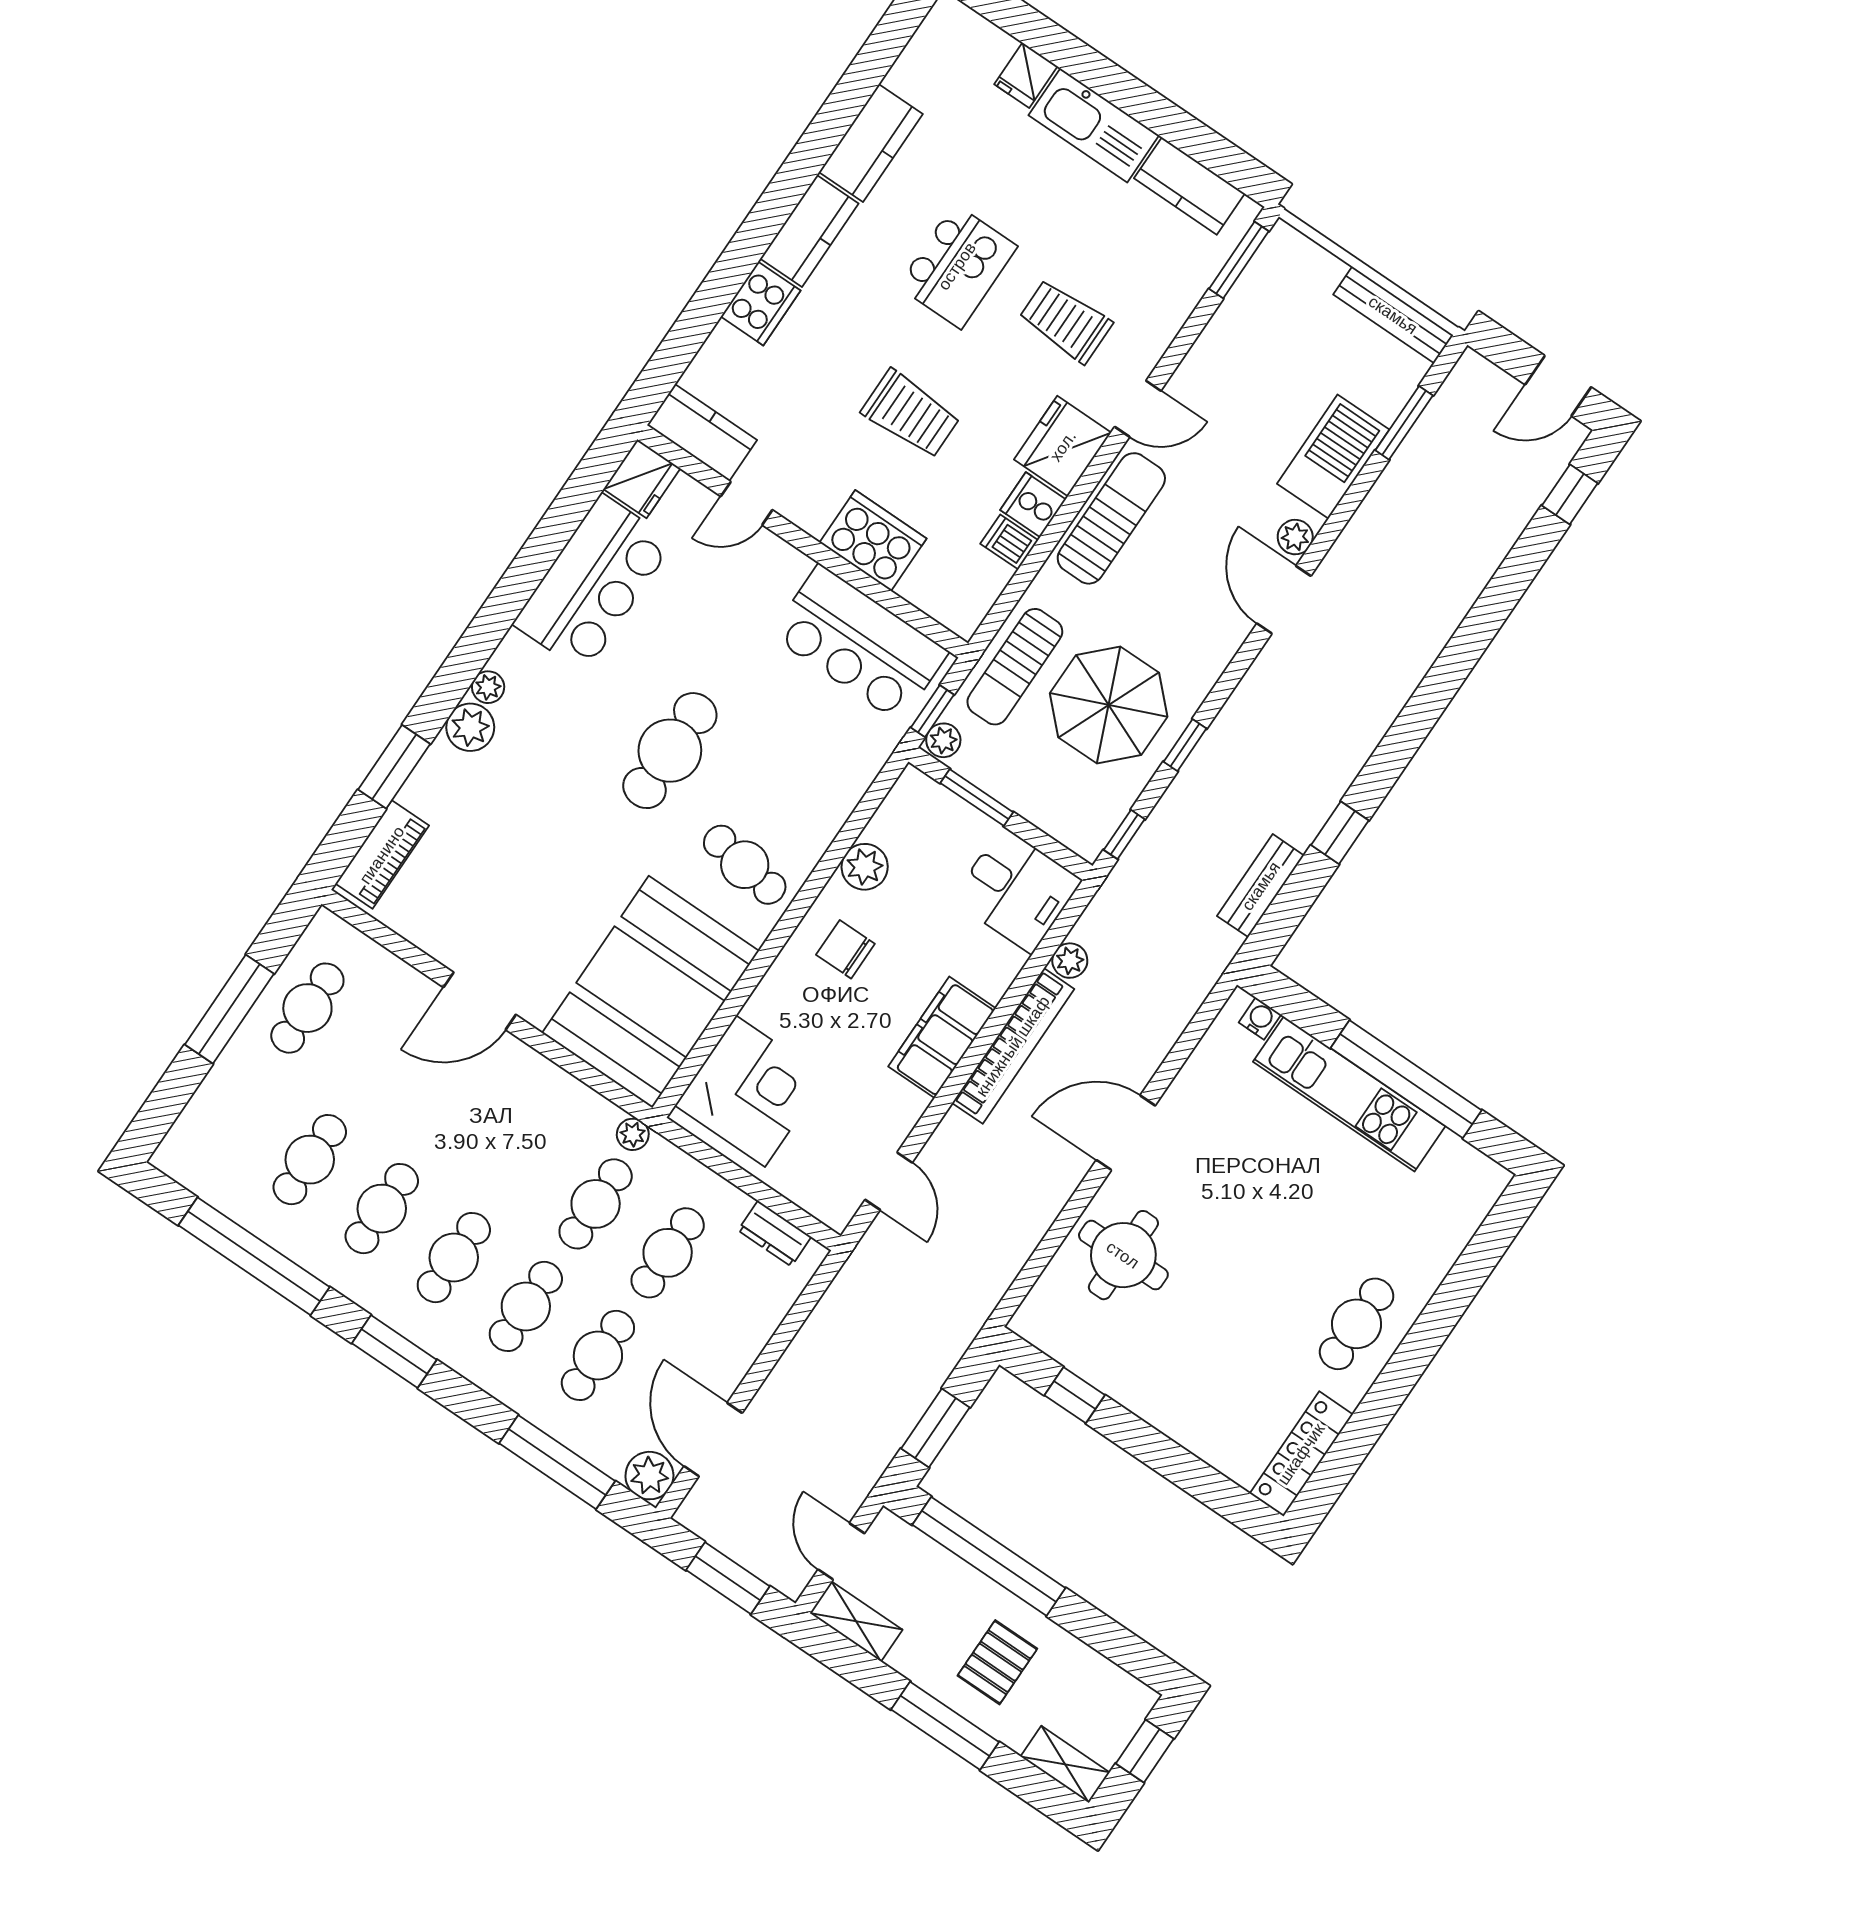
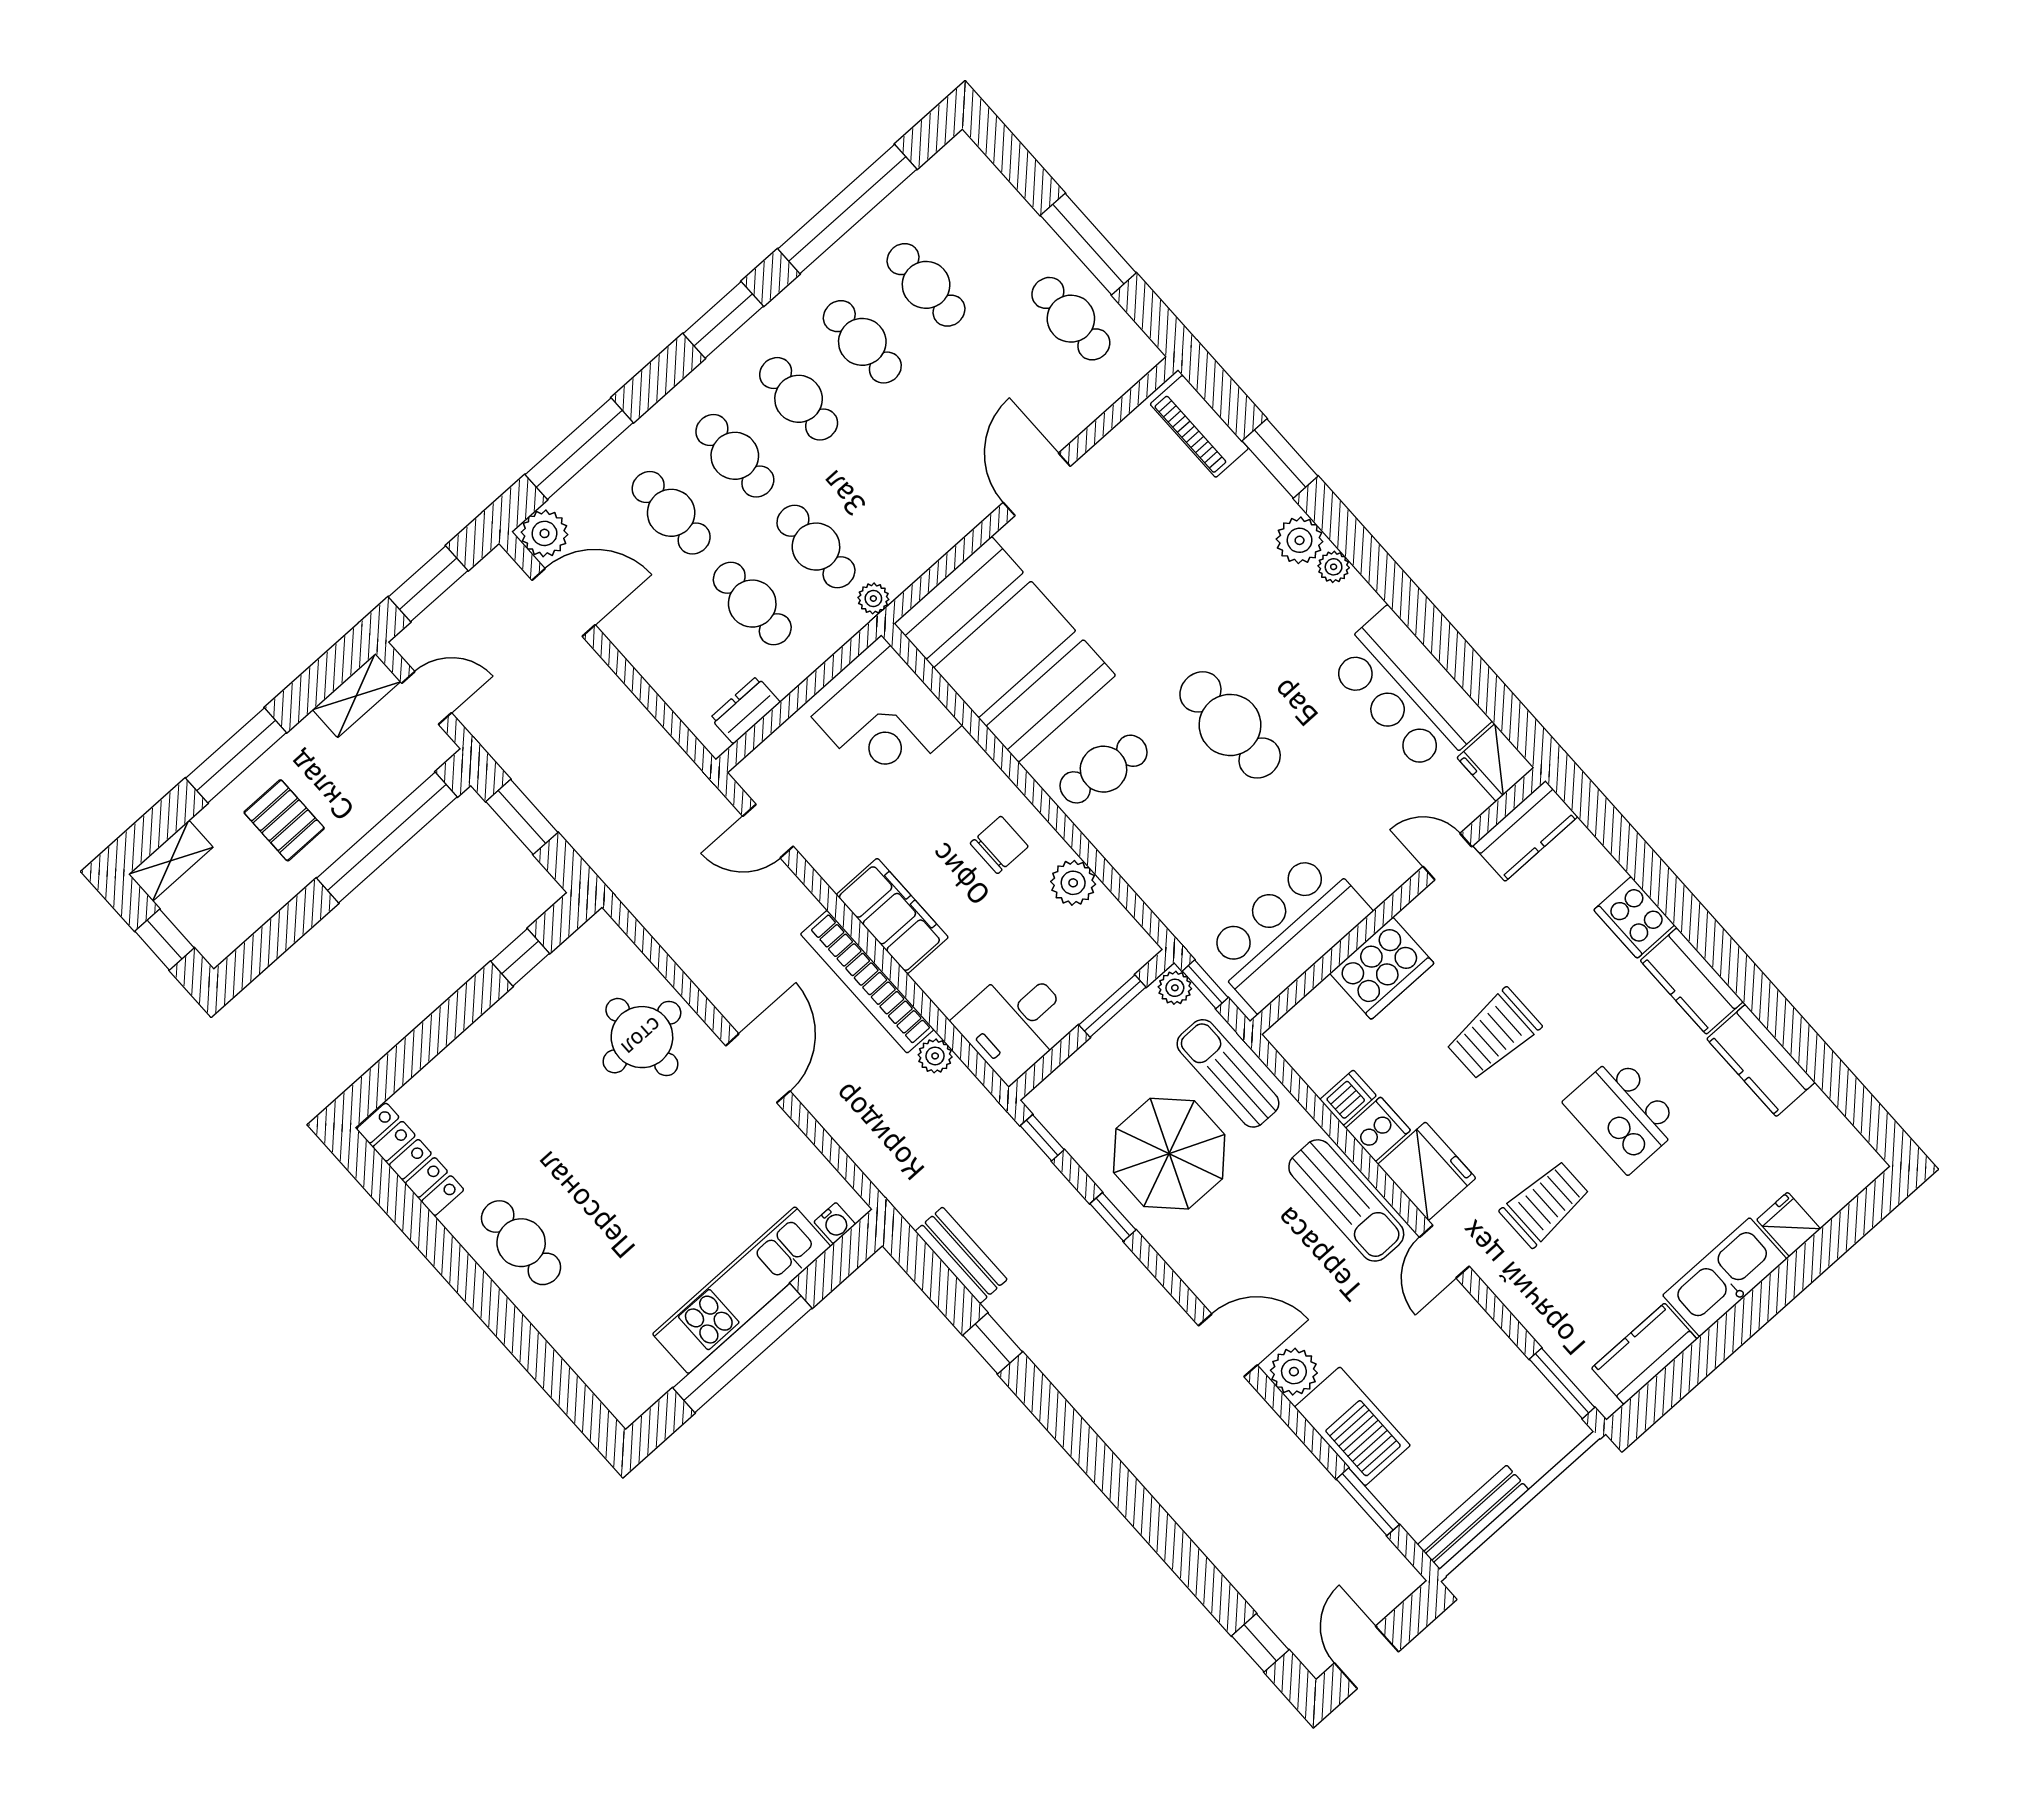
door: (746, 503) -> (1447, 857), hinge flipped
plant: (1295, 537) -> (1294, 1372), width x1.38, depth x1.38

